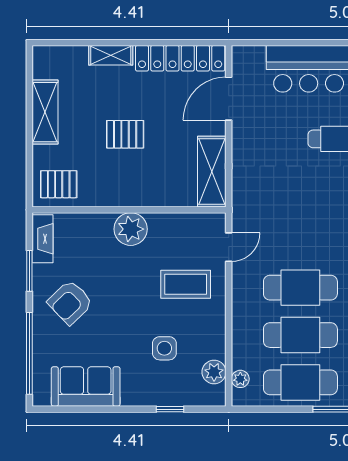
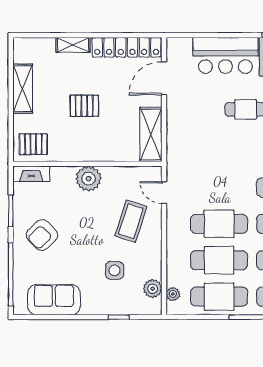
fireplace: (42, 239) -> (31, 174), moved, turned 90
door: (229, 247) -> (164, 193), swing flipped
coffee table: (186, 284) -> (131, 221), turned -72

